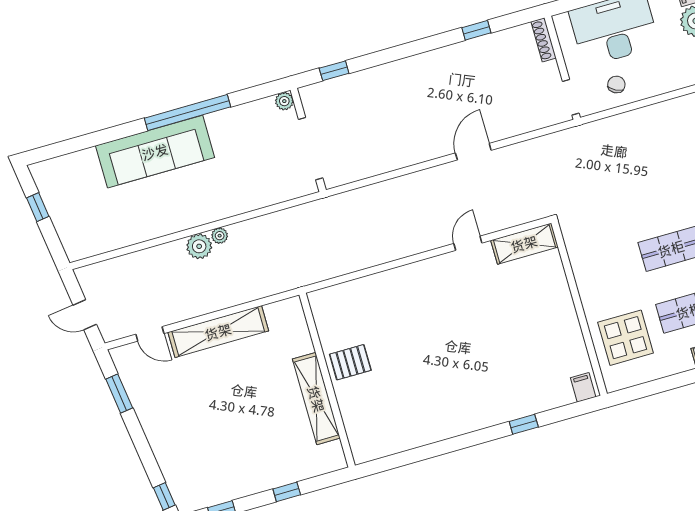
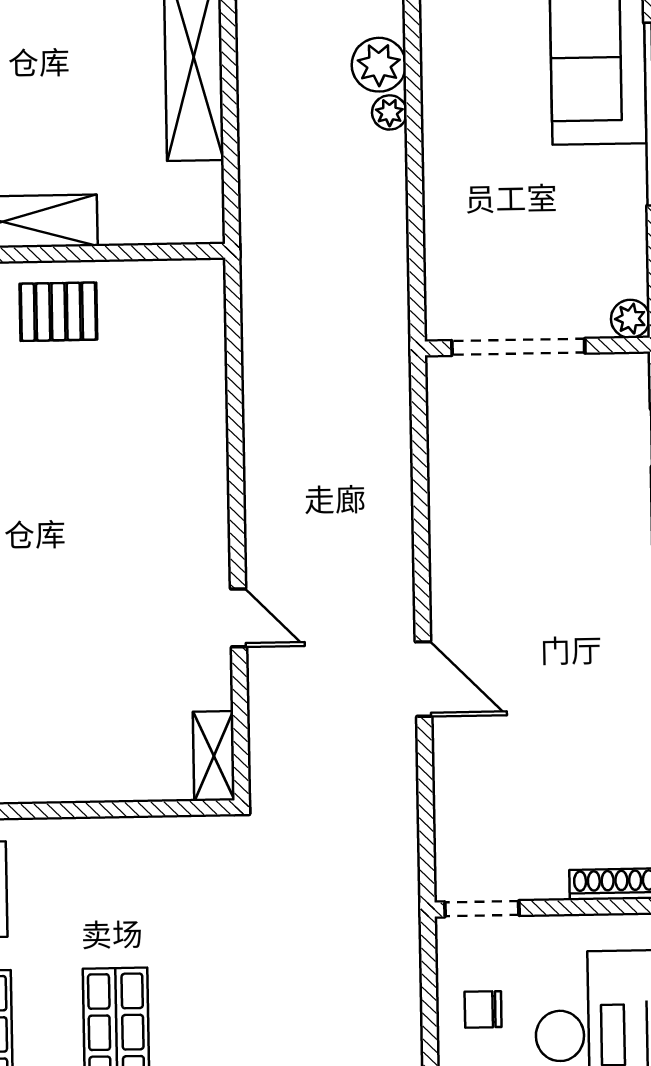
chair: (616, 85) -> (483, 1009), turned 152
shelving: (524, 244) -> (214, 756), width x0.67, depth x0.75
pallet: (350, 362) -> (58, 312), turned 90

